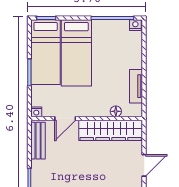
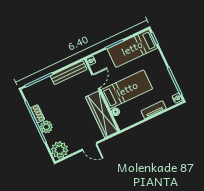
bed: (76, 53) -> (127, 89), moved, turned 180
tv unit: (136, 86) -> (154, 110), moved
door: (65, 118) -> (96, 81), swing flipped
bench: (38, 141) -> (69, 73), width x1.36

